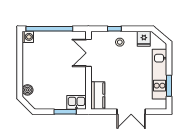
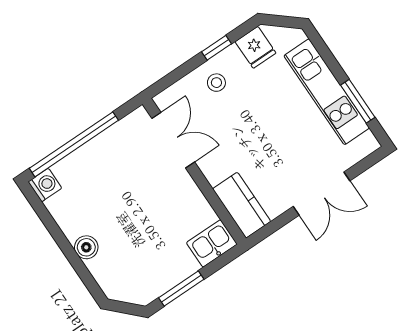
window: (114, 29) -> (216, 48), moved
double door: (88, 53) -> (173, 140), swing flipped
boiler: (27, 90) -> (86, 247), moved
window: (65, 112) -> (181, 289), moved

